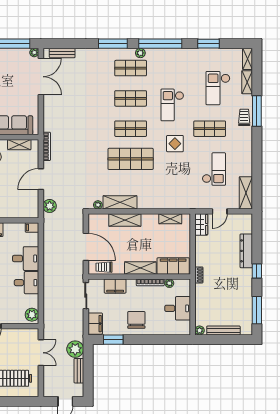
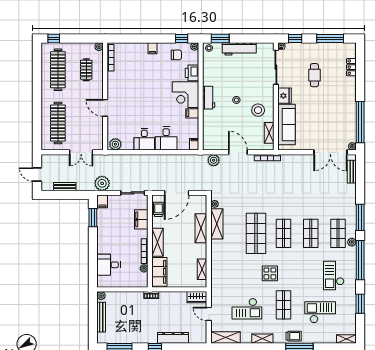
shelving: (247, 82) -> (262, 339), moved
checkout: (172, 105) -> (334, 275), moved, turned -90
desk: (178, 308) -> (109, 265), moved, turned 90
chair: (136, 320) -> (111, 239), removed
filing cabinet: (95, 324) -> (103, 201), width x0.50
plant: (75, 349) -> (102, 183), moved

